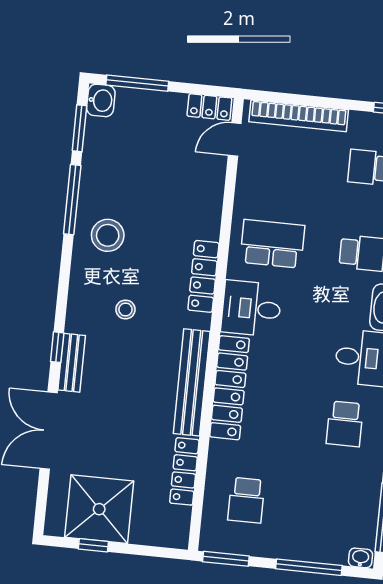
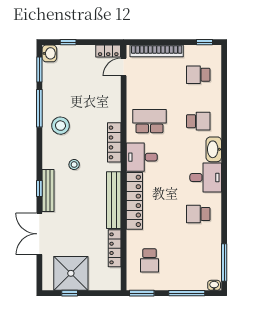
window: (137, 83) -> (68, 42), width x0.46
bench: (72, 363) -> (48, 190), width x1.36
school desk: (345, 424) -> (198, 214), turned 90

